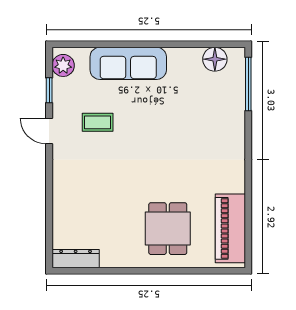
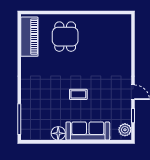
floor lamp: (215, 59) -> (58, 133), moved
coffee table: (98, 122) -> (78, 94), moved
dresser: (76, 259) -> (118, 19), removed

